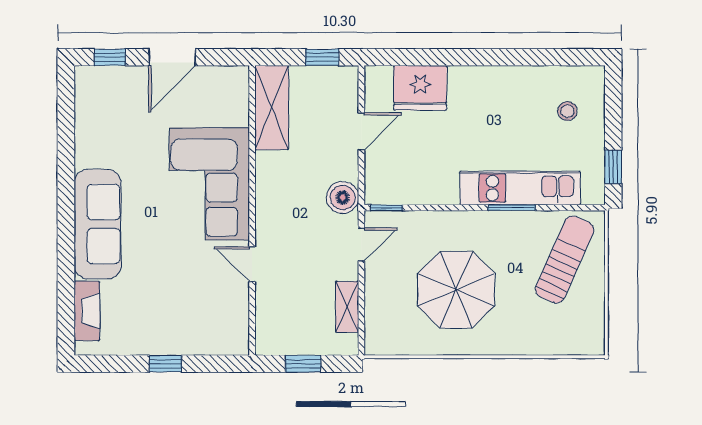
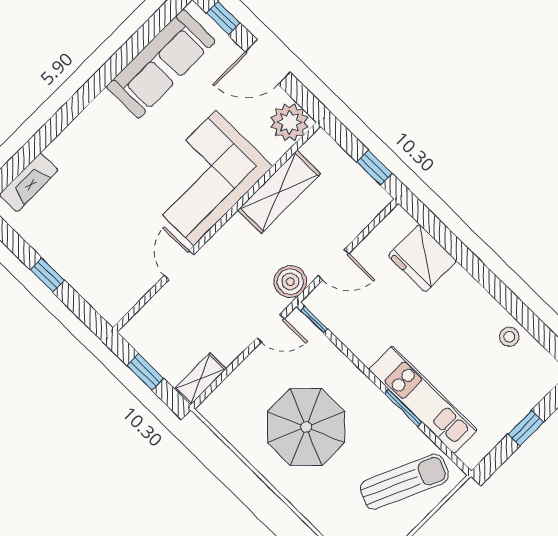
plant: (230, 85) -> (290, 122), added
shelving: (272, 108) -> (279, 192), moved
stool: (567, 111) -> (509, 337), moved
door: (361, 131) -> (333, 265), moved
window: (613, 167) -> (526, 428), moved
sofa: (98, 224) -> (161, 64), moved
shelving: (347, 307) -> (200, 379), moved

